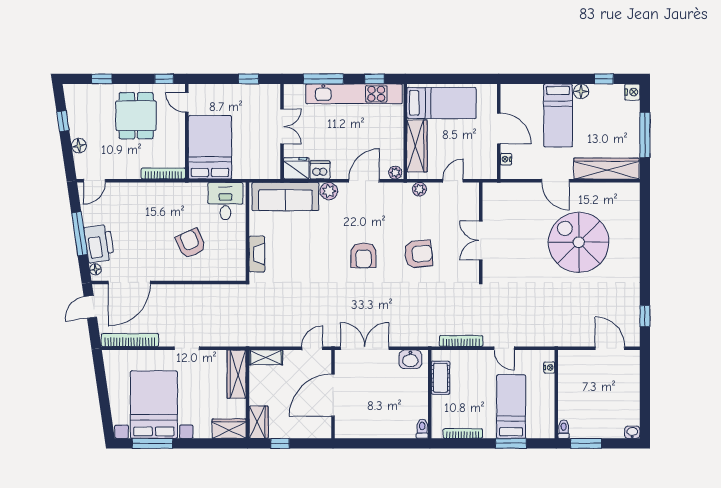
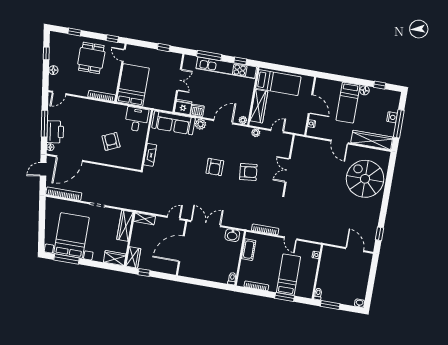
nightstand: (632, 92) -> (392, 117), moved
spiral stairs: (579, 242) -> (365, 179), moved

